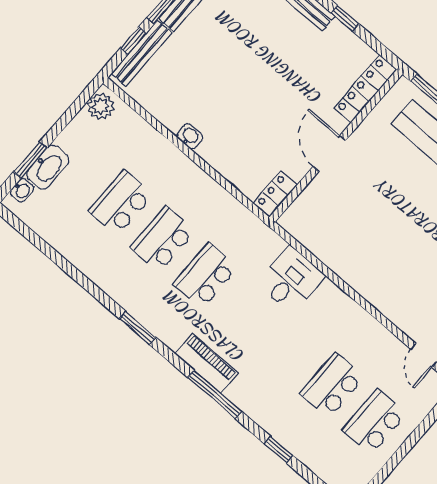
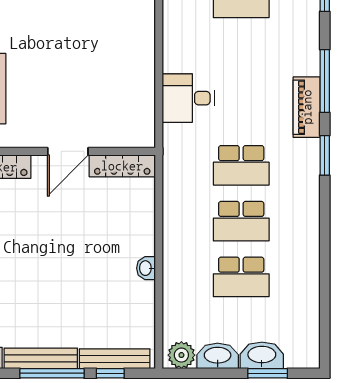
washbasin: (22, 190) -> (218, 356), moved, width x1.91, depth x1.45
locker: (275, 194) -> (122, 166), width x1.53
window: (138, 328) -> (325, 155), moved

